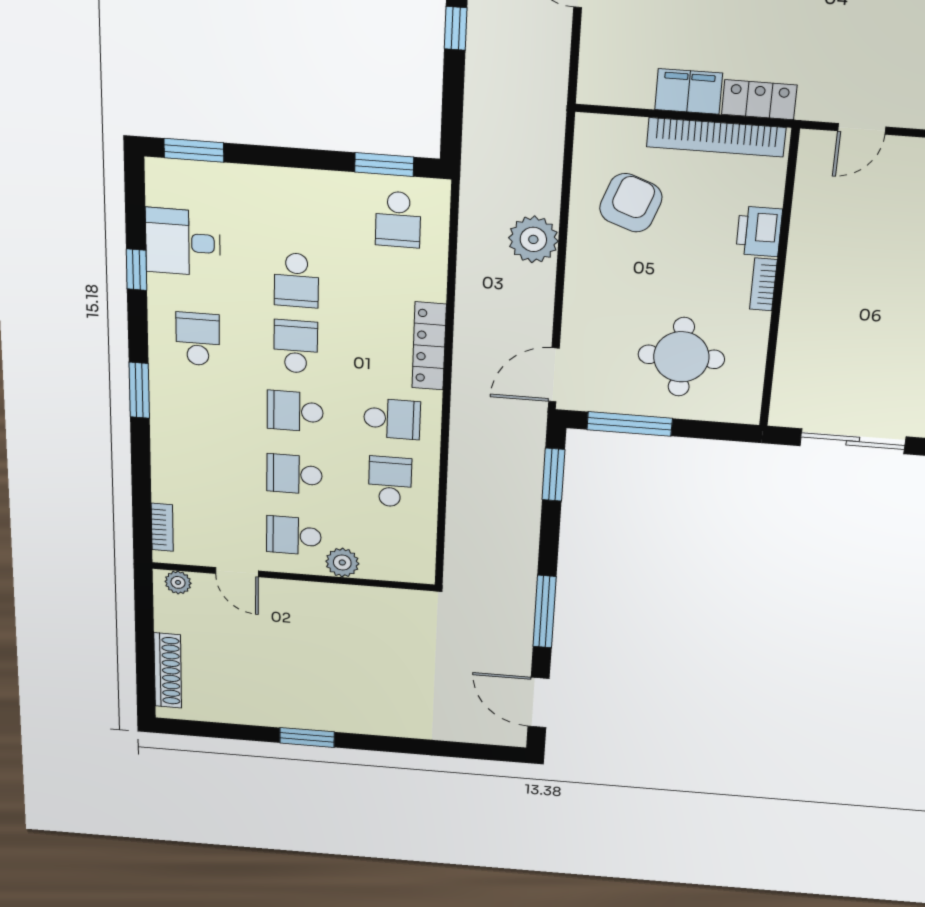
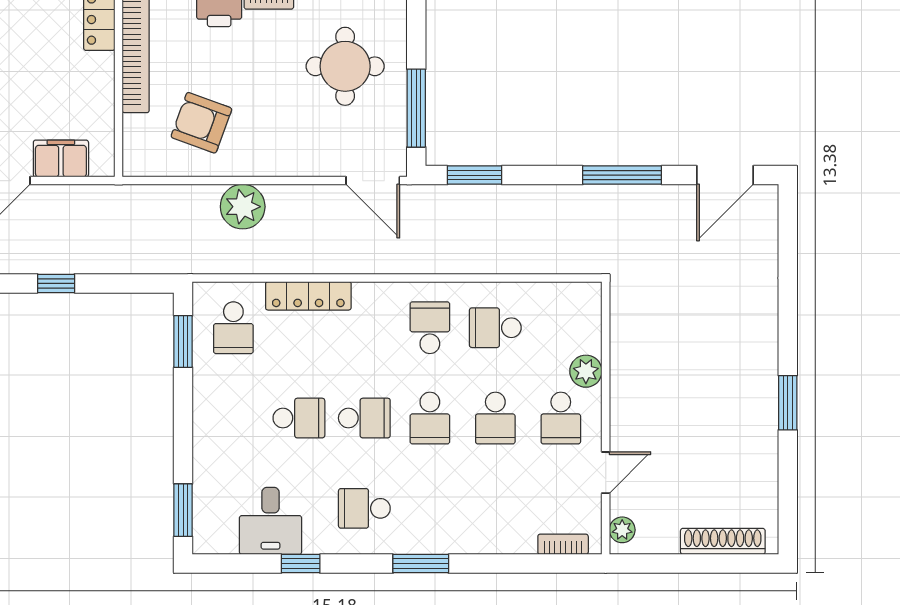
filing cabinet: (689, 91) -> (61, 159), moved, turned 90
school desk: (398, 219) -> (233, 328), turned 90
locker: (429, 346) -> (308, 296), moved
school desk: (296, 347) -> (364, 418), turned 180

